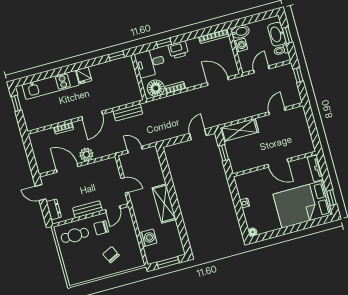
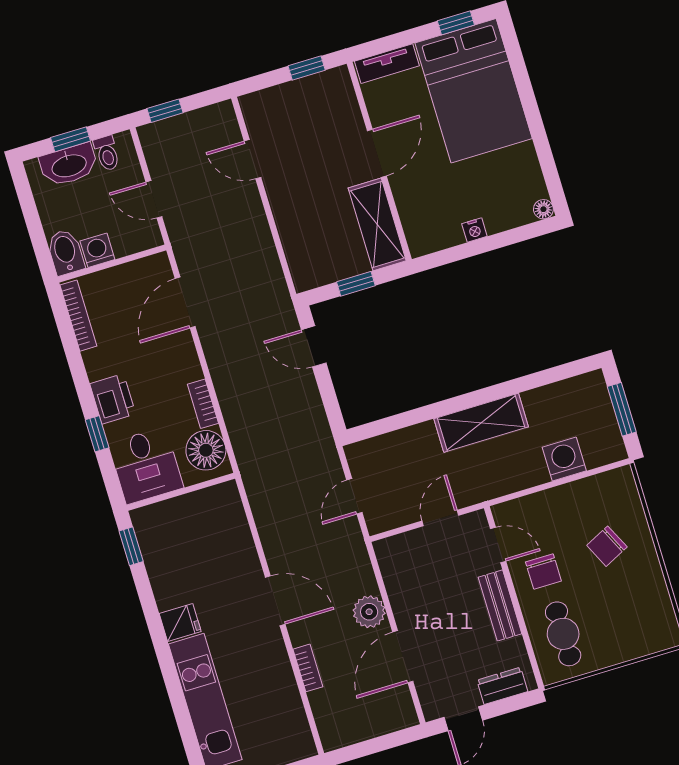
bench: (128, 112) -> (266, 515), removed
shelving: (239, 130) -> (377, 224), moved
window: (314, 135) -> (307, 68), added

